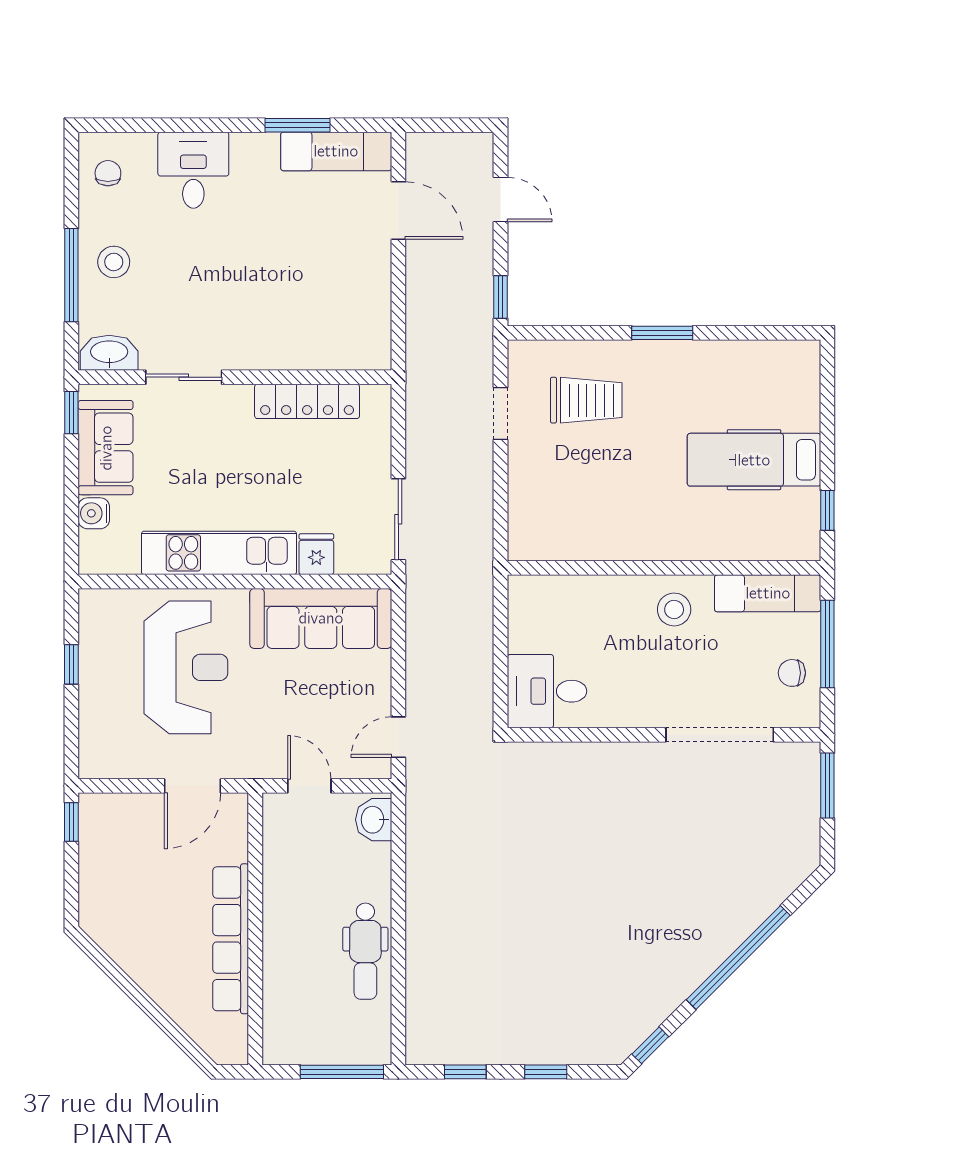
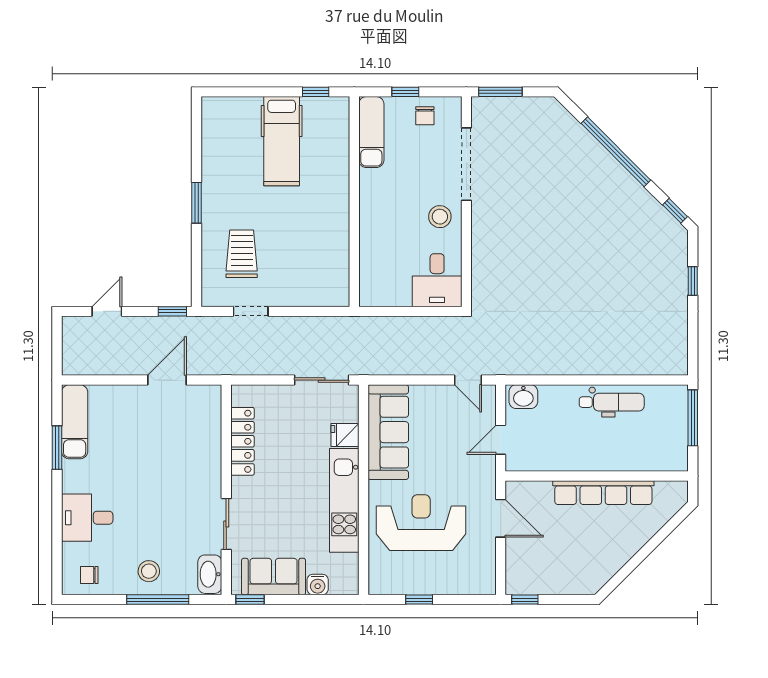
door: (398, 211) -> (167, 380), moved
stool: (674, 609) -> (440, 217), moved
window: (827, 644) -> (405, 92), width x0.46
window: (465, 1072) -> (693, 335), removed

